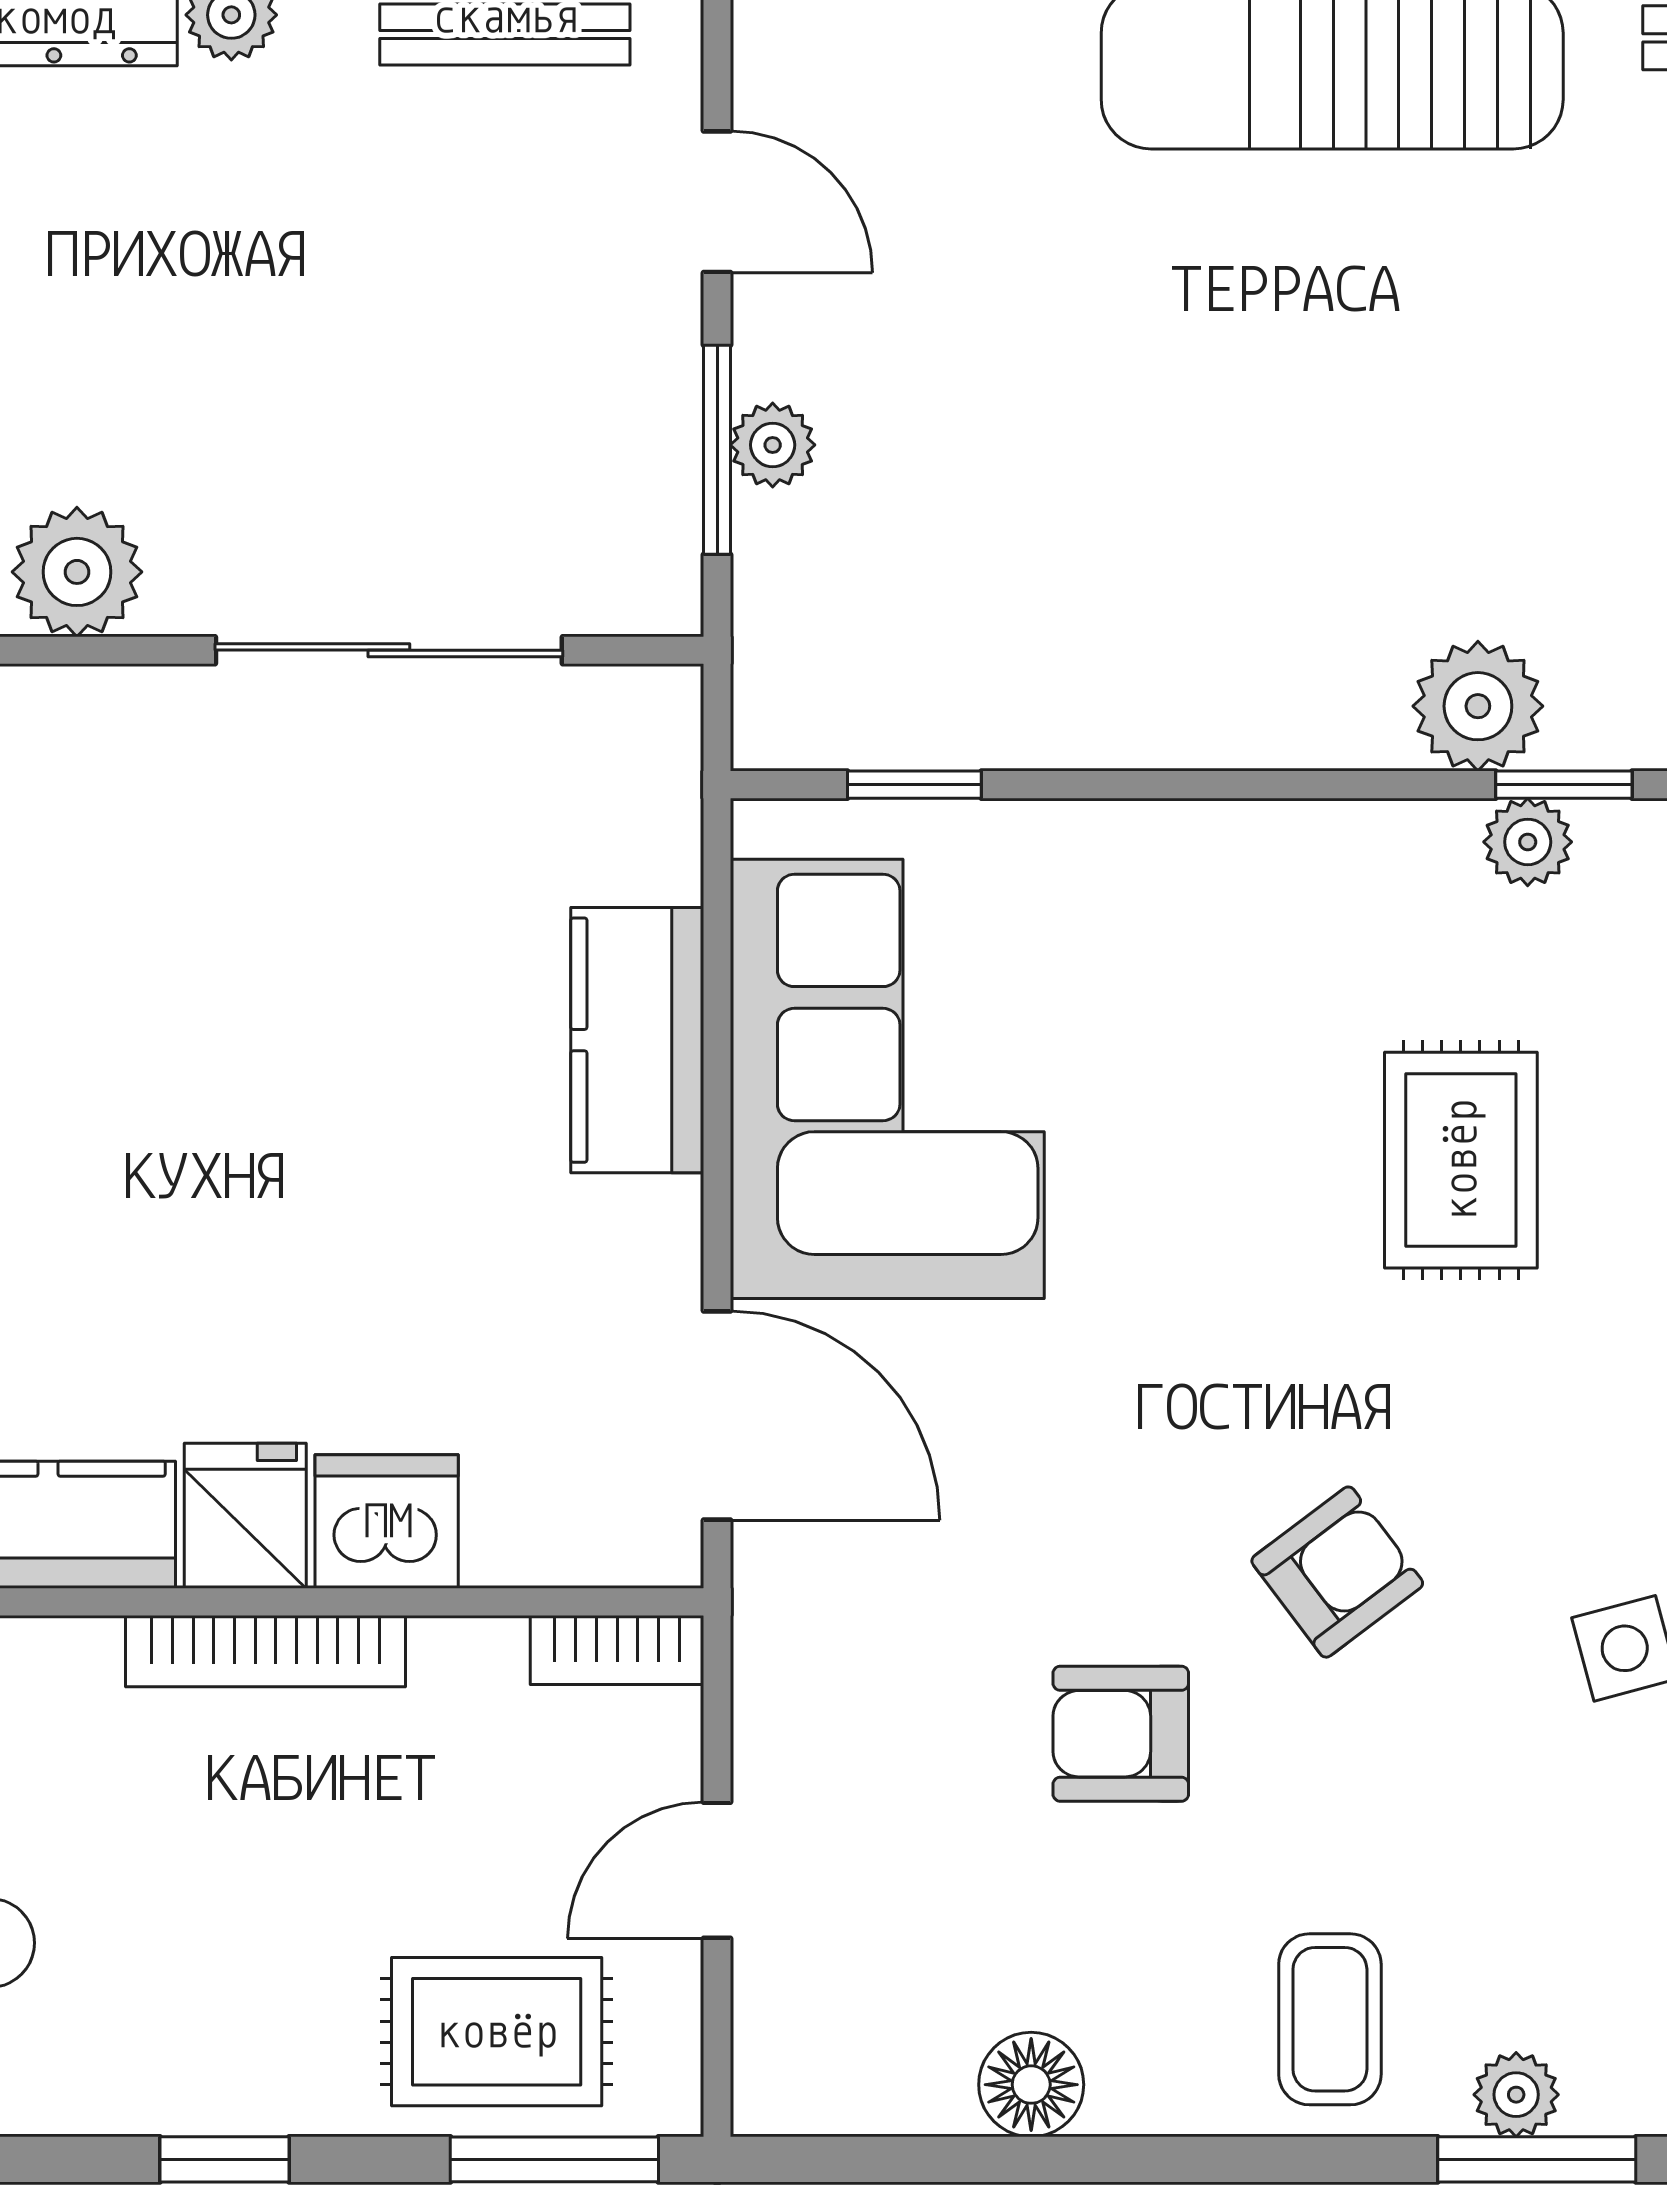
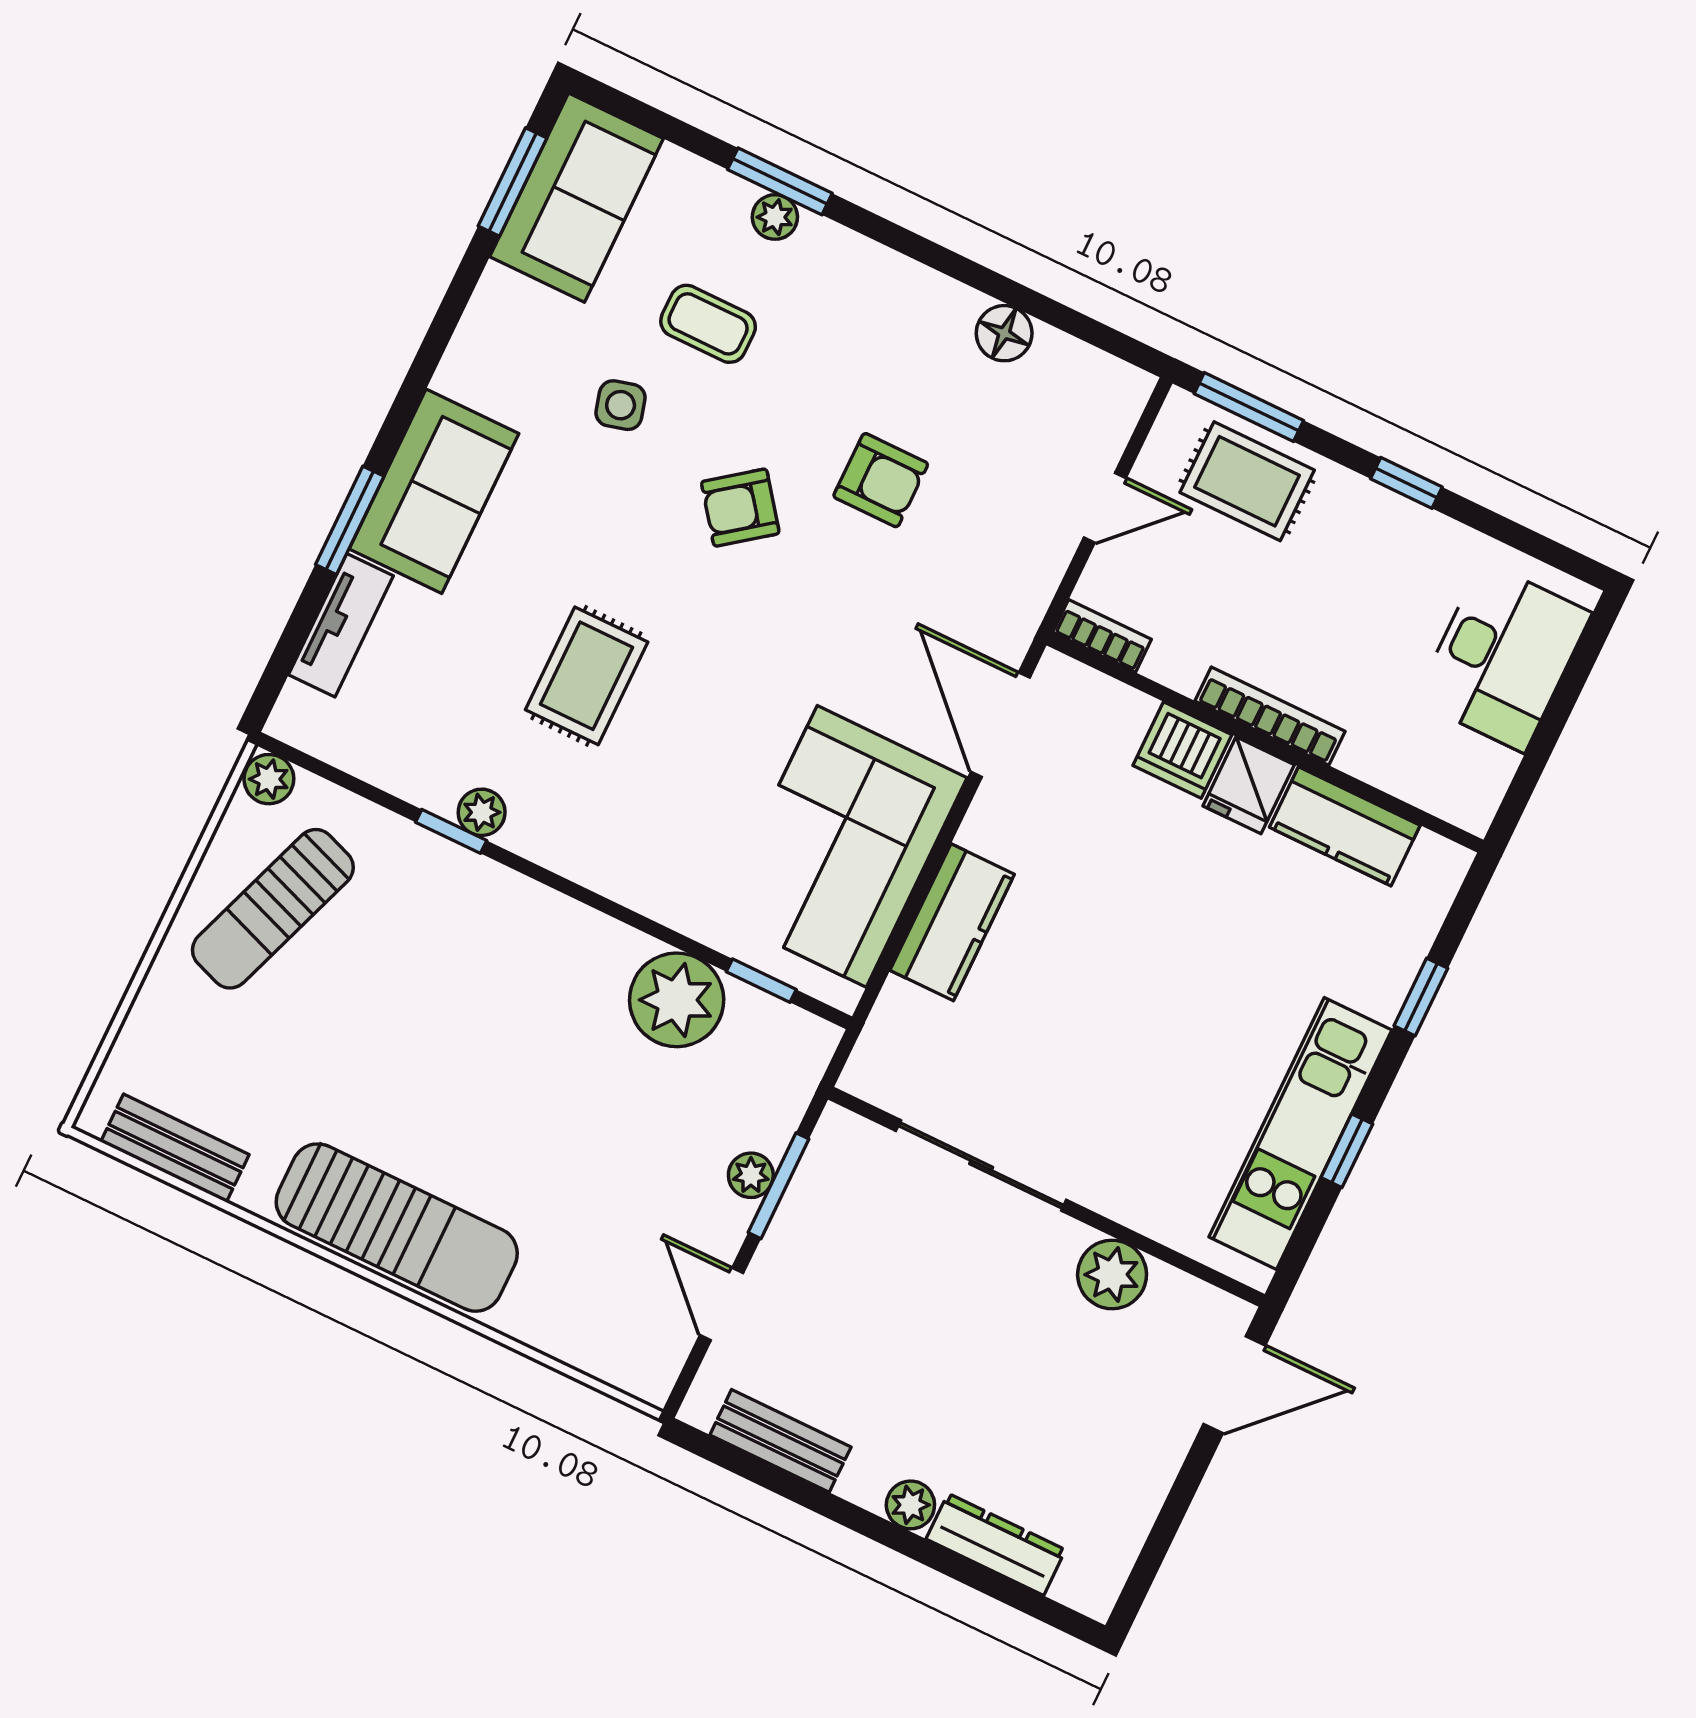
plant: (1478, 706) -> (677, 1000), moved, width x1.36, depth x1.36
coffee table: (1330, 2019) -> (708, 324), moved, turned 90

